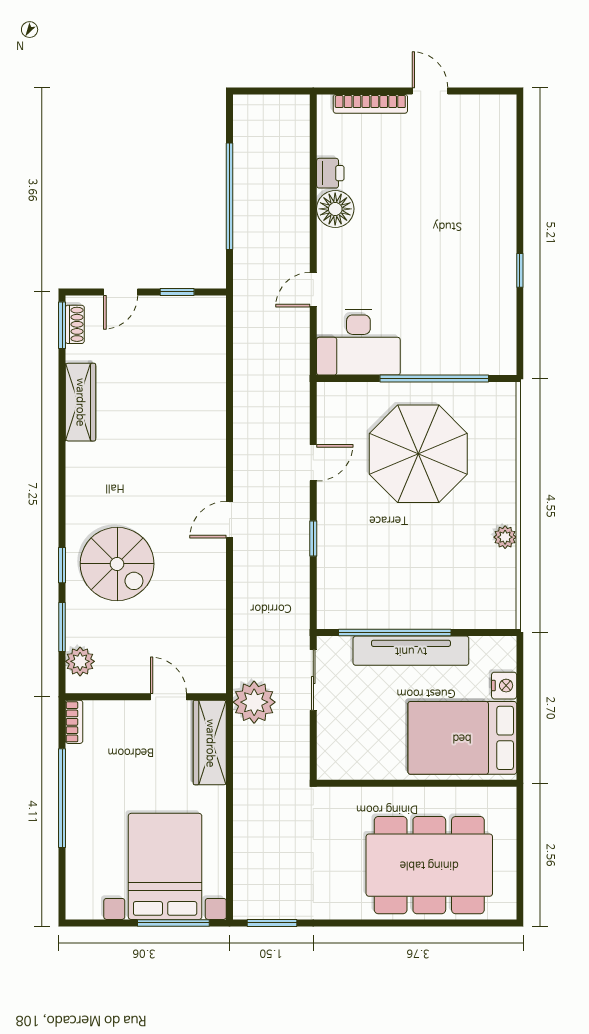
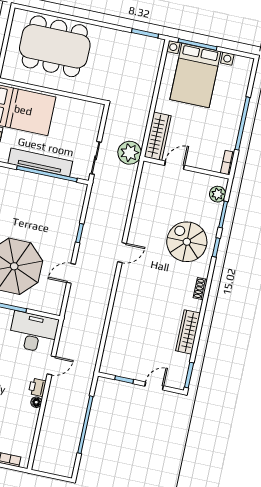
printer: (330, 173) -> (37, 387), moved
floor lamp: (335, 209) -> (36, 402), width x0.53, depth x0.53
shoe rack: (75, 324) -> (200, 289), moved
door: (168, 697) -> (175, 165), swing flipped

